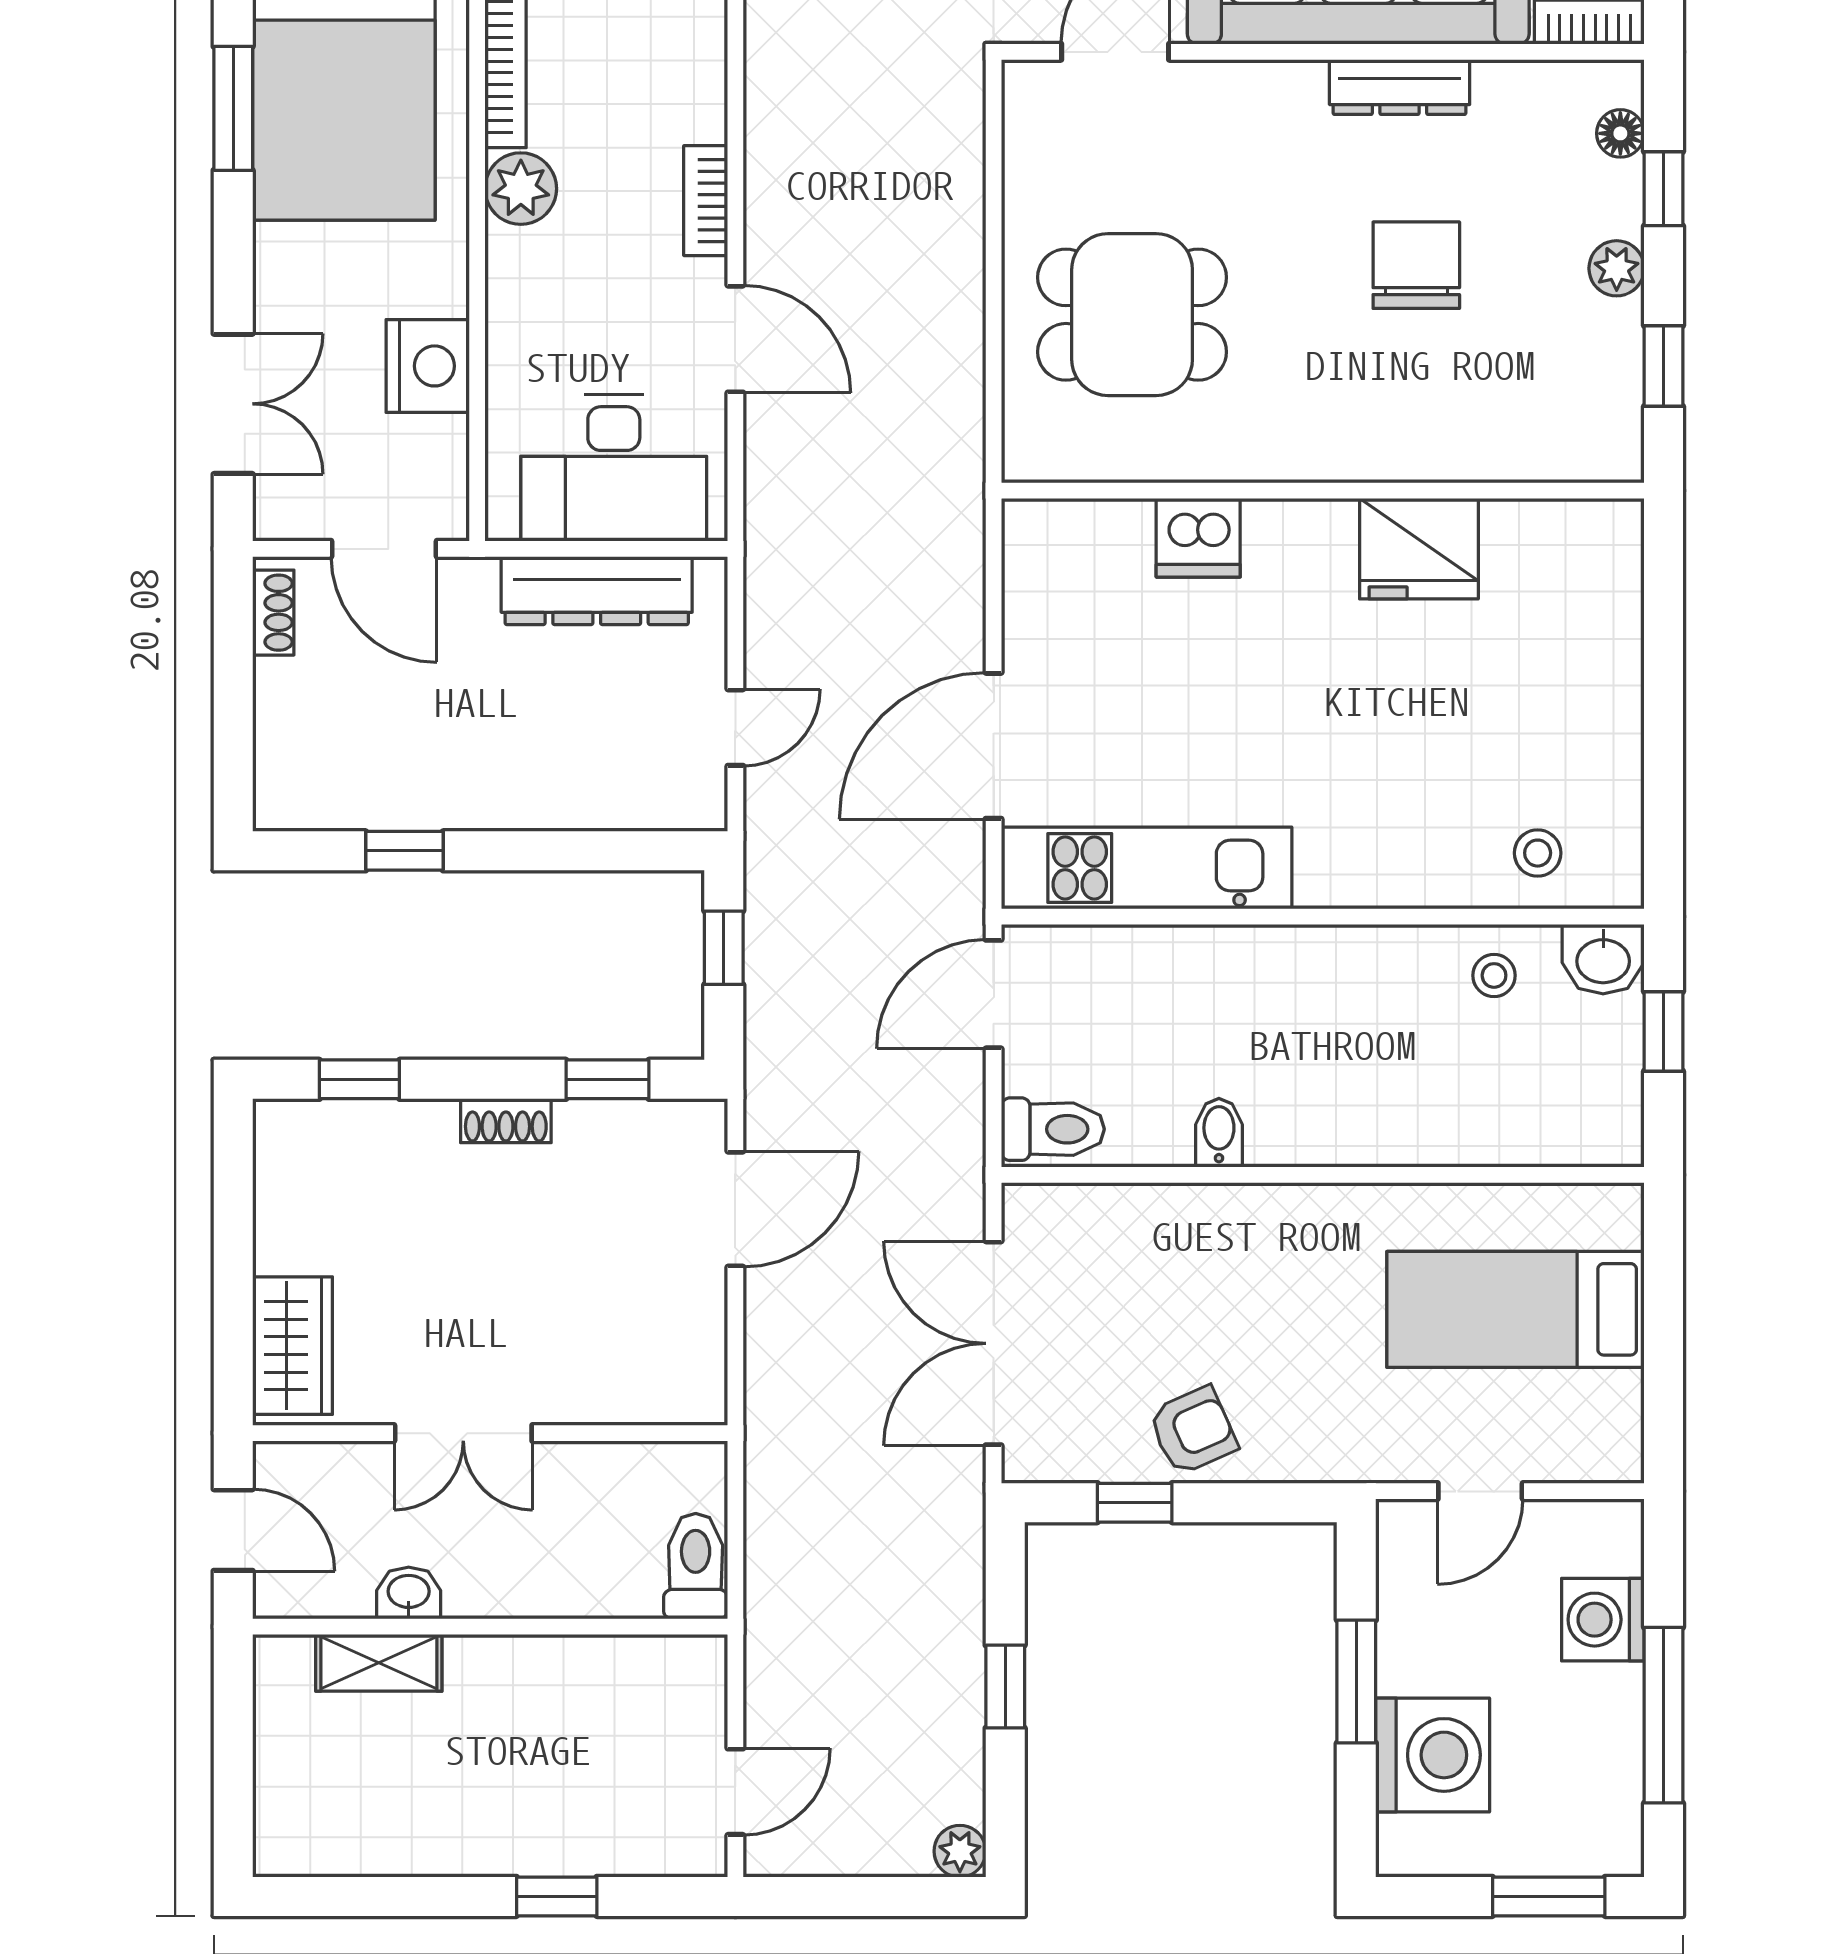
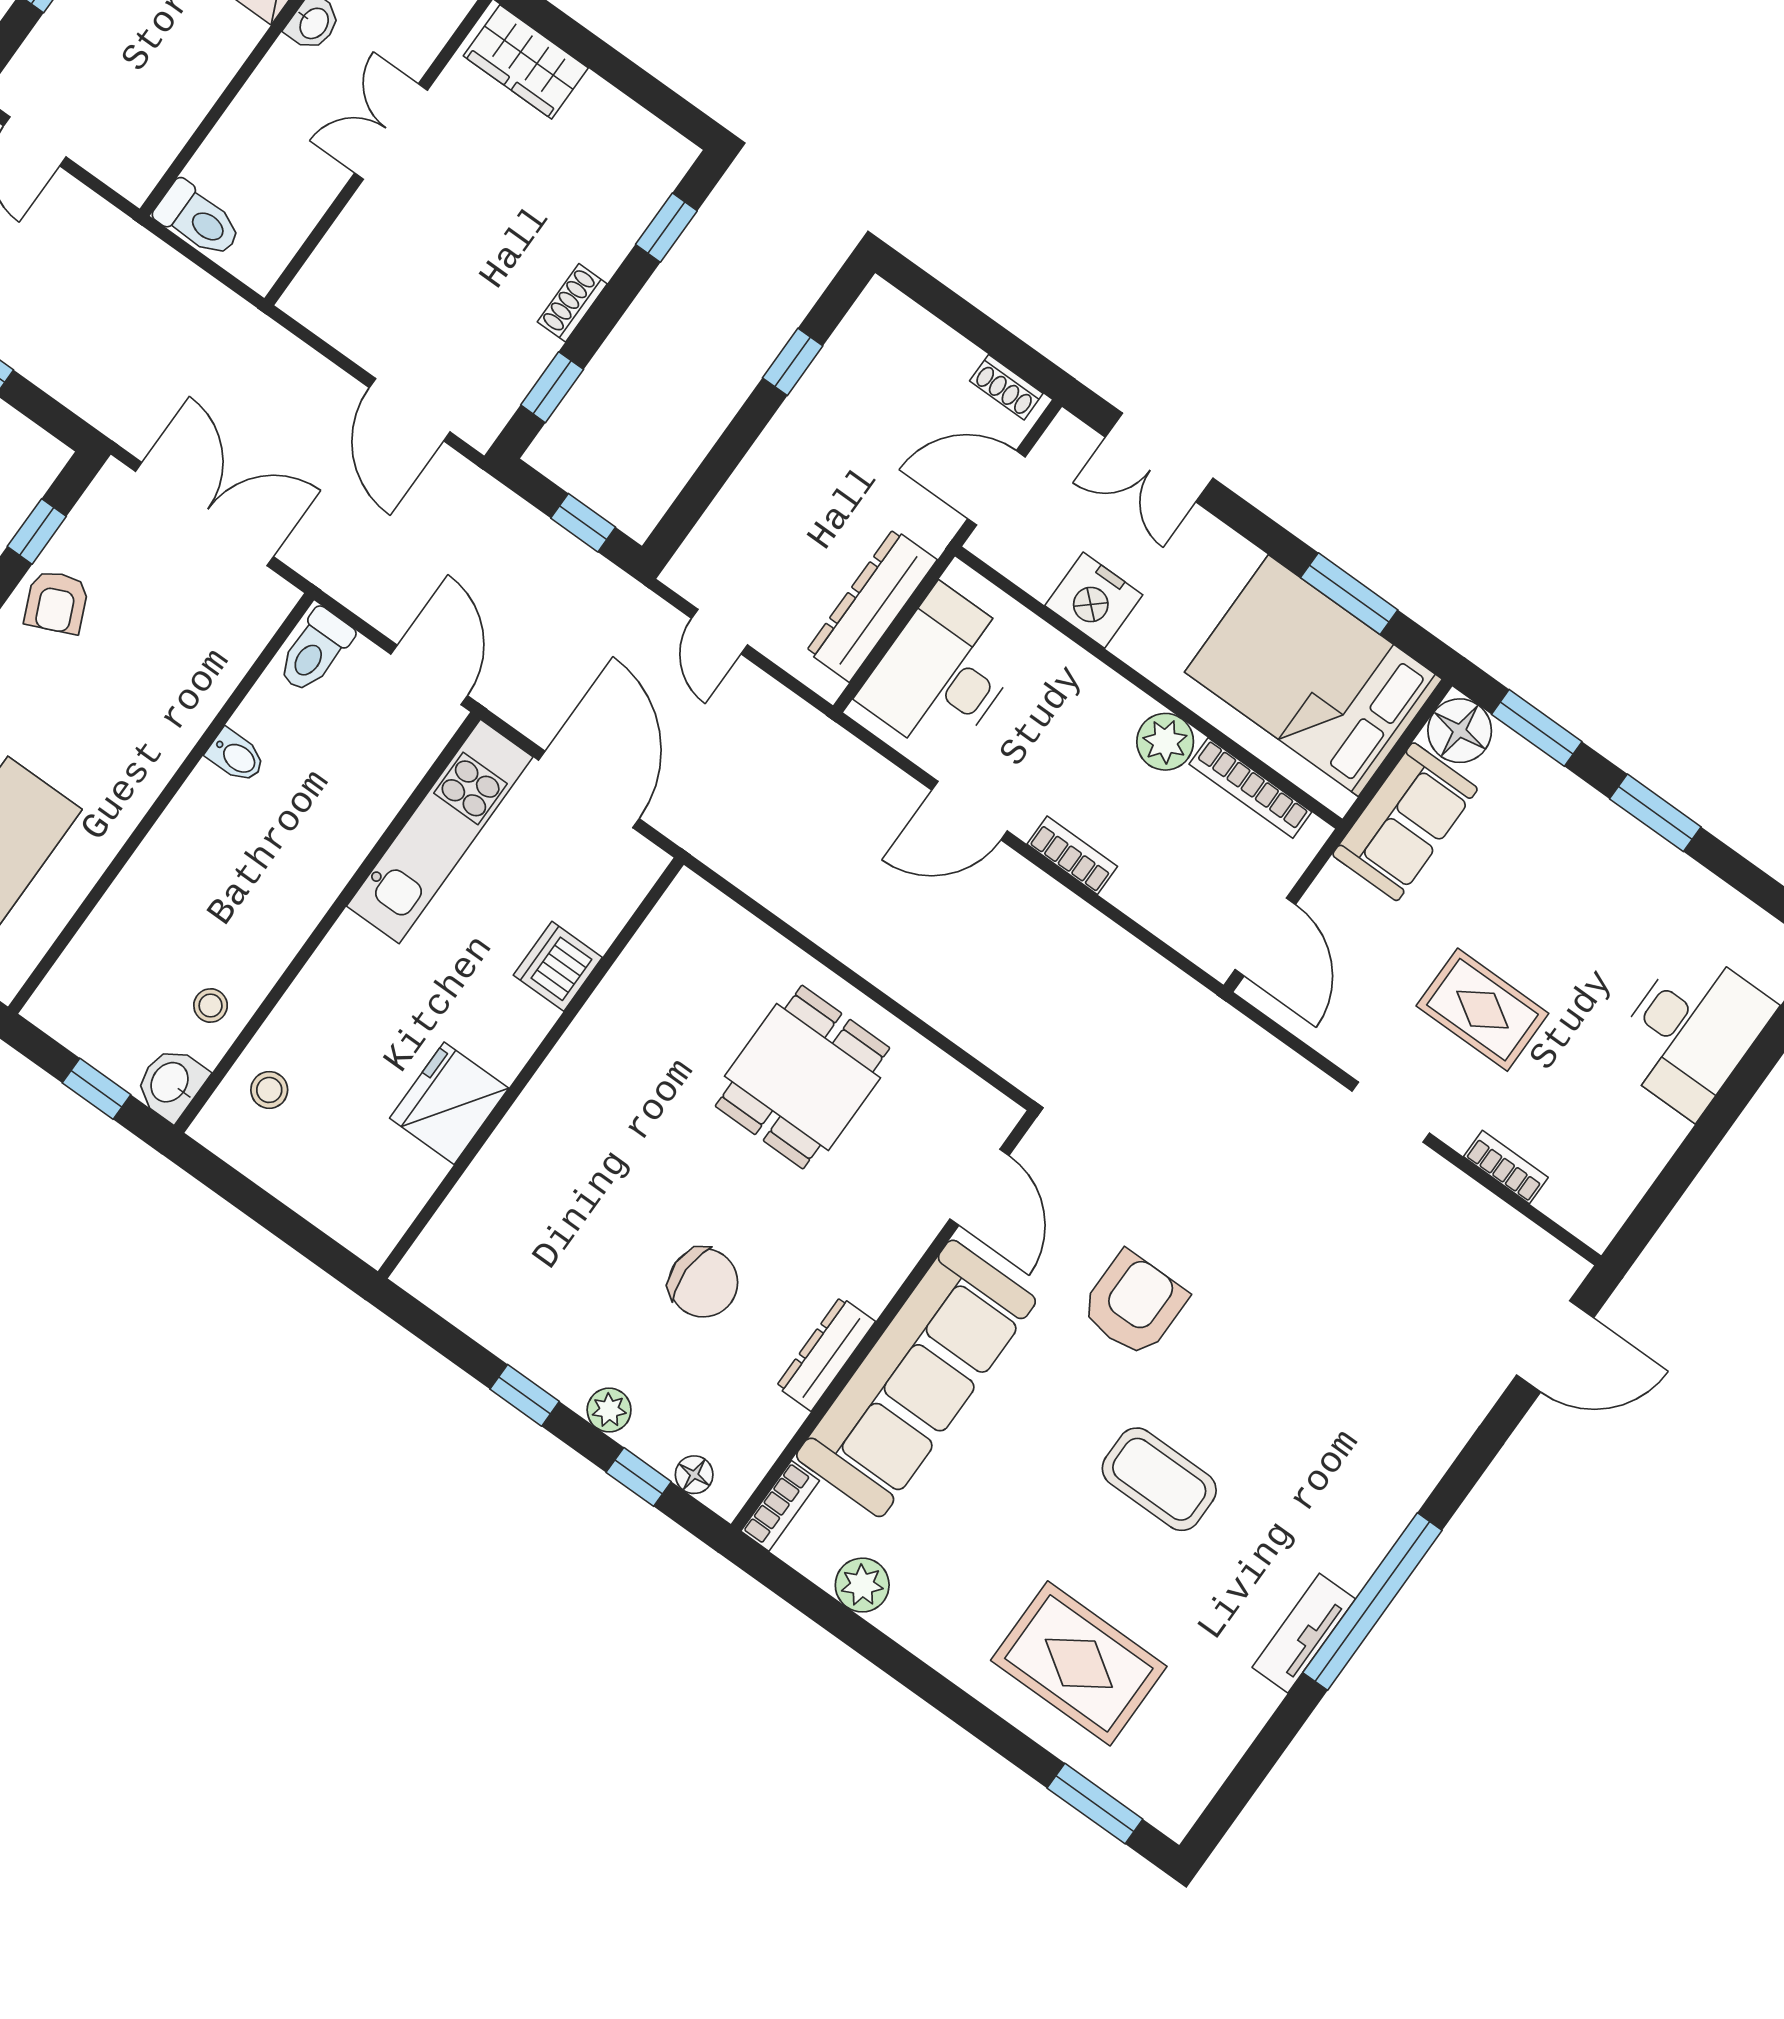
wall: (1323, 491) -> (531, 1068), moved
dishwasher: (1198, 538) -> (558, 966), moved
fridge: (1419, 549) -> (449, 1103), moved

